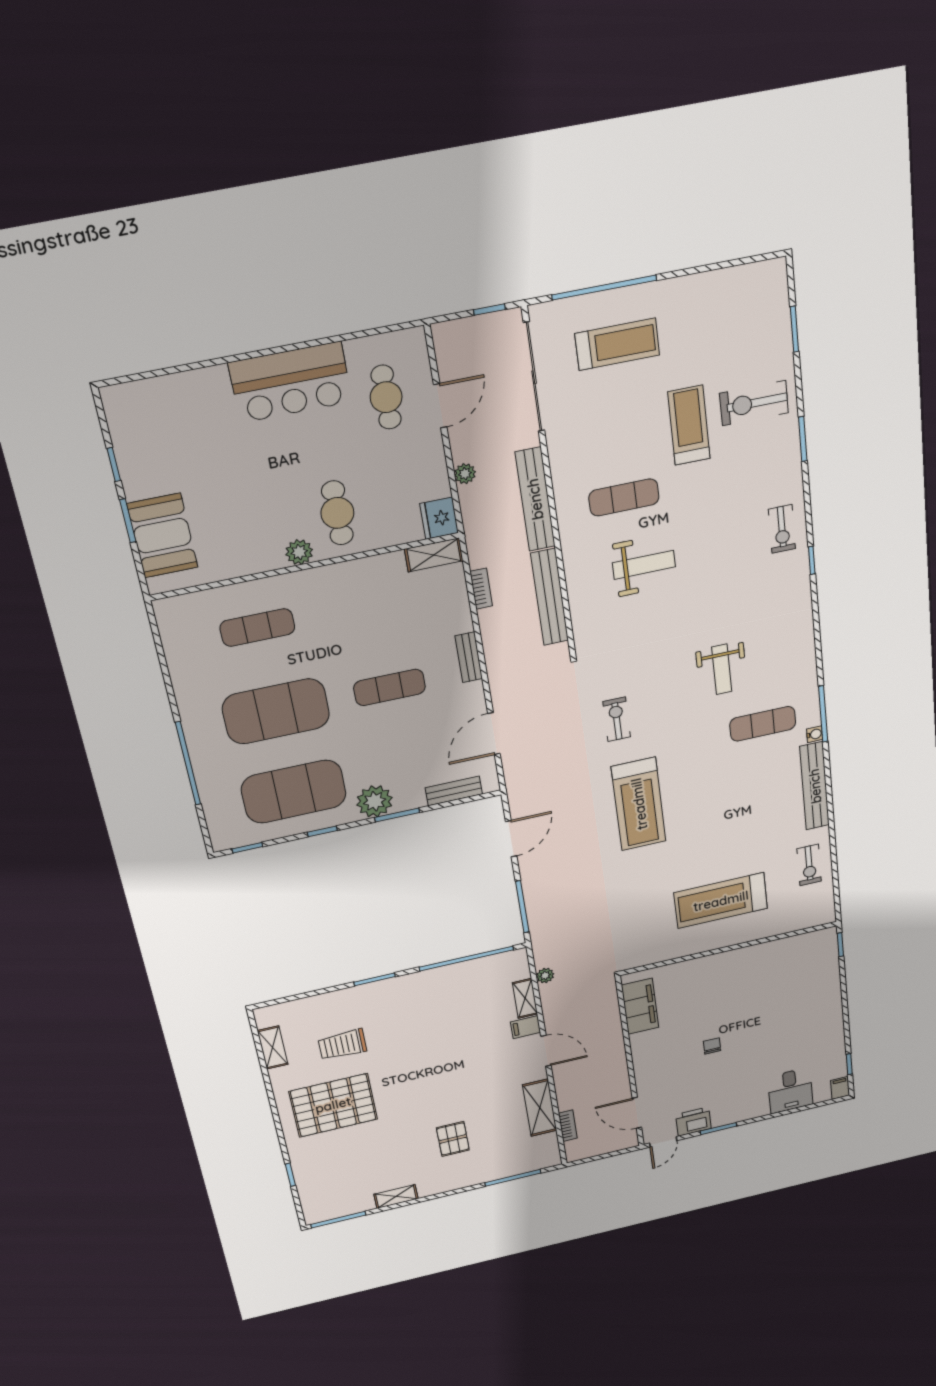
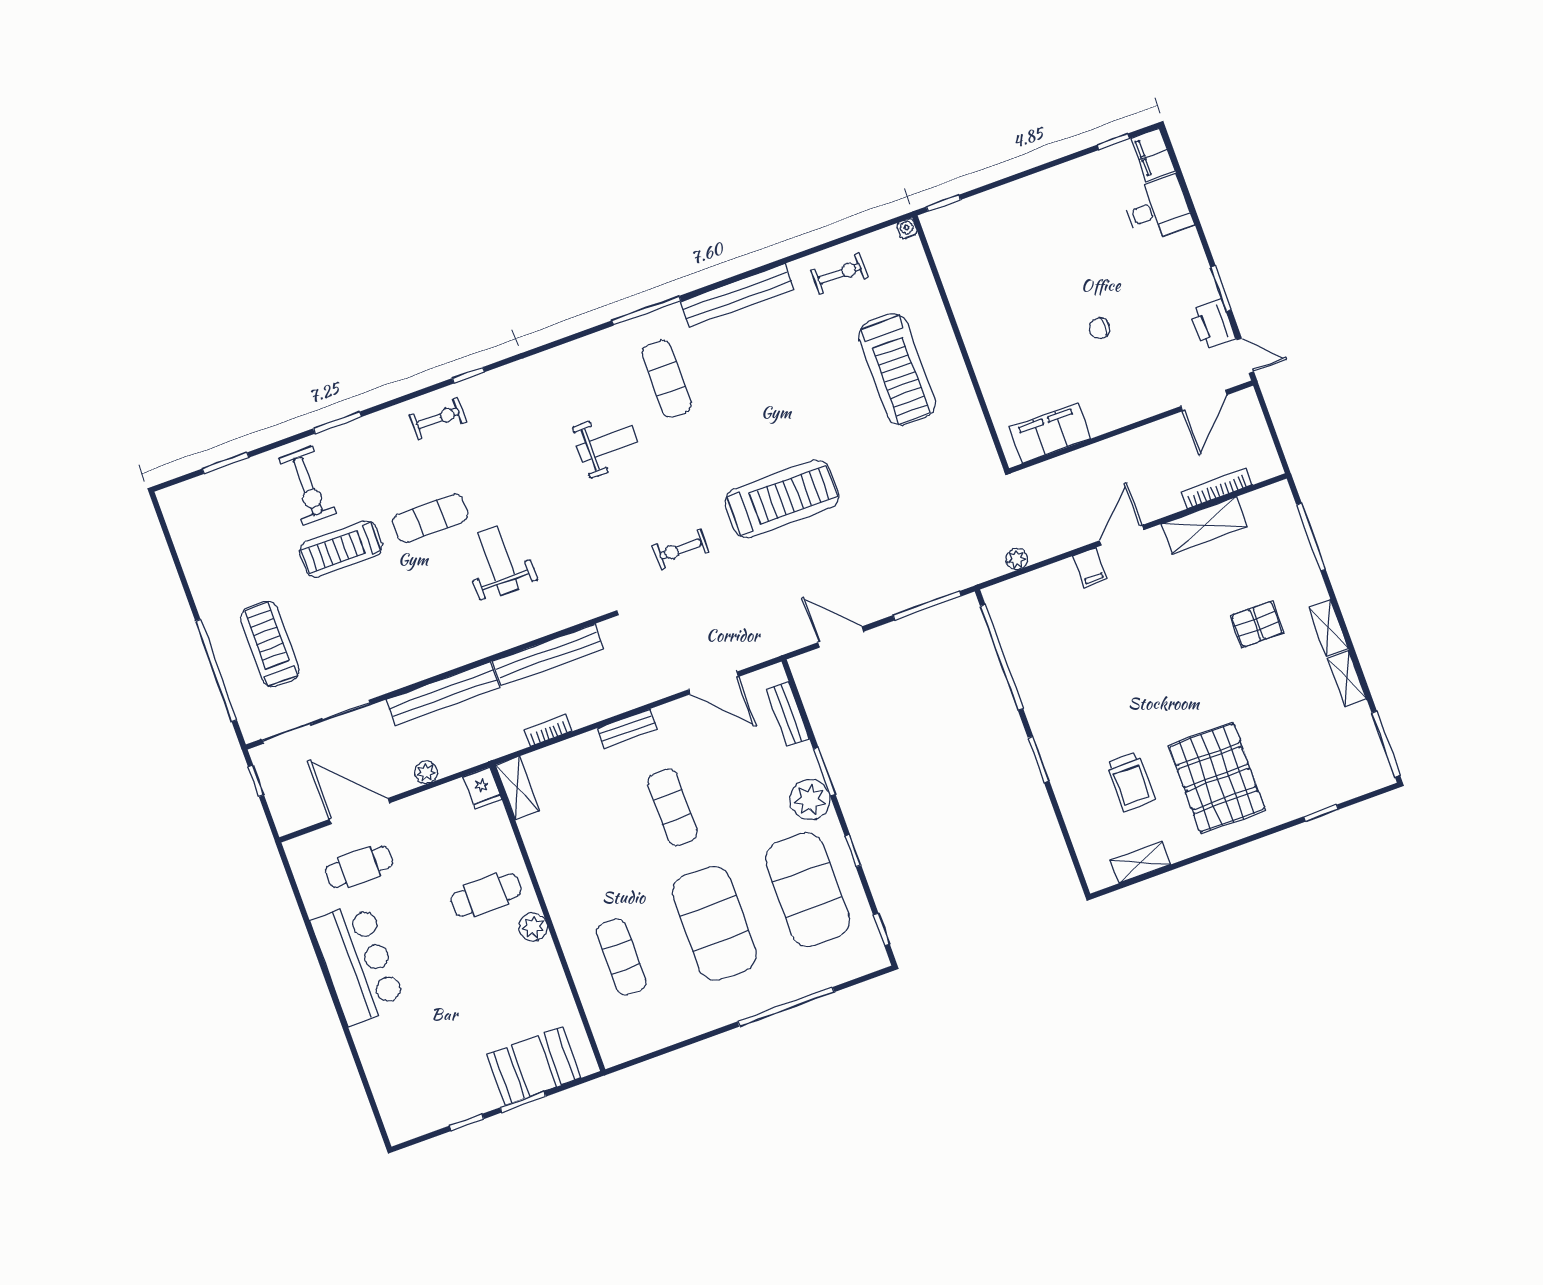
door: (440, 406) -> (360, 811), width x1.36
exercise mat: (624, 497) -> (430, 518), moved, turned 90
fridge: (439, 518) -> (482, 788), width x0.72
water cooler: (815, 734) -> (907, 229), moved
shelving: (525, 998) -> (1328, 628), moved, turned 90
filing cabinet: (840, 1088) -> (1153, 155), width x2.00
bookcase: (568, 1126) -> (1217, 488), width x1.56

